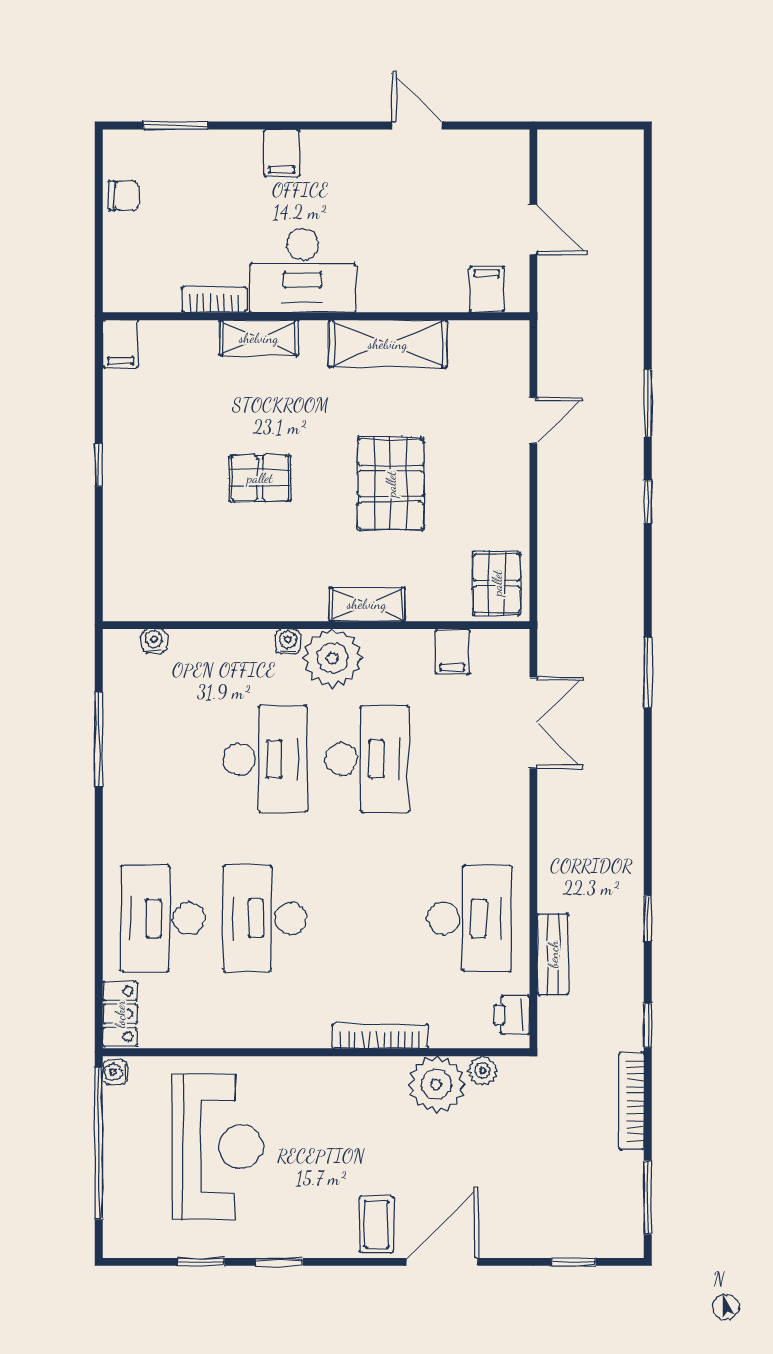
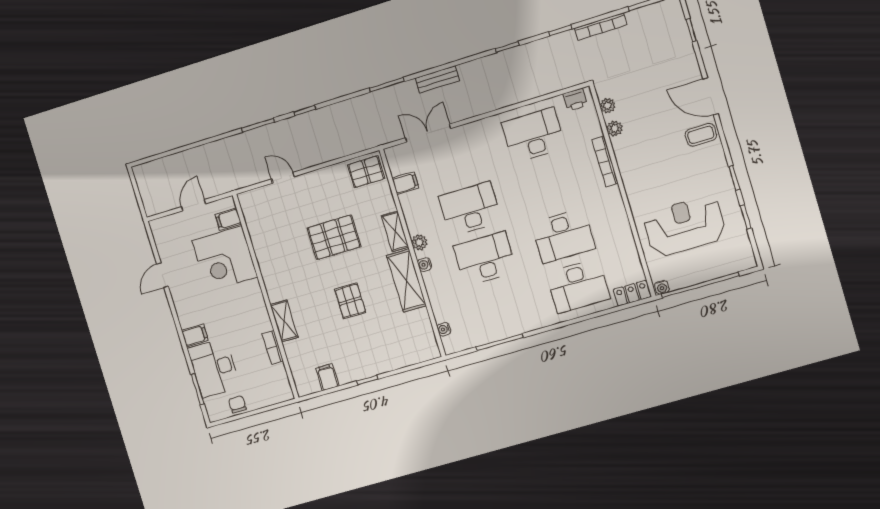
corner desk: (413, 259) -> (225, 259), added
desk: (303, 271) -> (214, 368), moved, turned 180
filing cabinet: (120, 344) -> (327, 377), moved, turned -90
shelving: (388, 344) -> (406, 281), moved
plant: (333, 658) -> (419, 242), width x0.53, depth x0.53
bench: (553, 954) -> (437, 79), moved
plant: (436, 1084) -> (615, 128), width x0.53, depth x0.53

